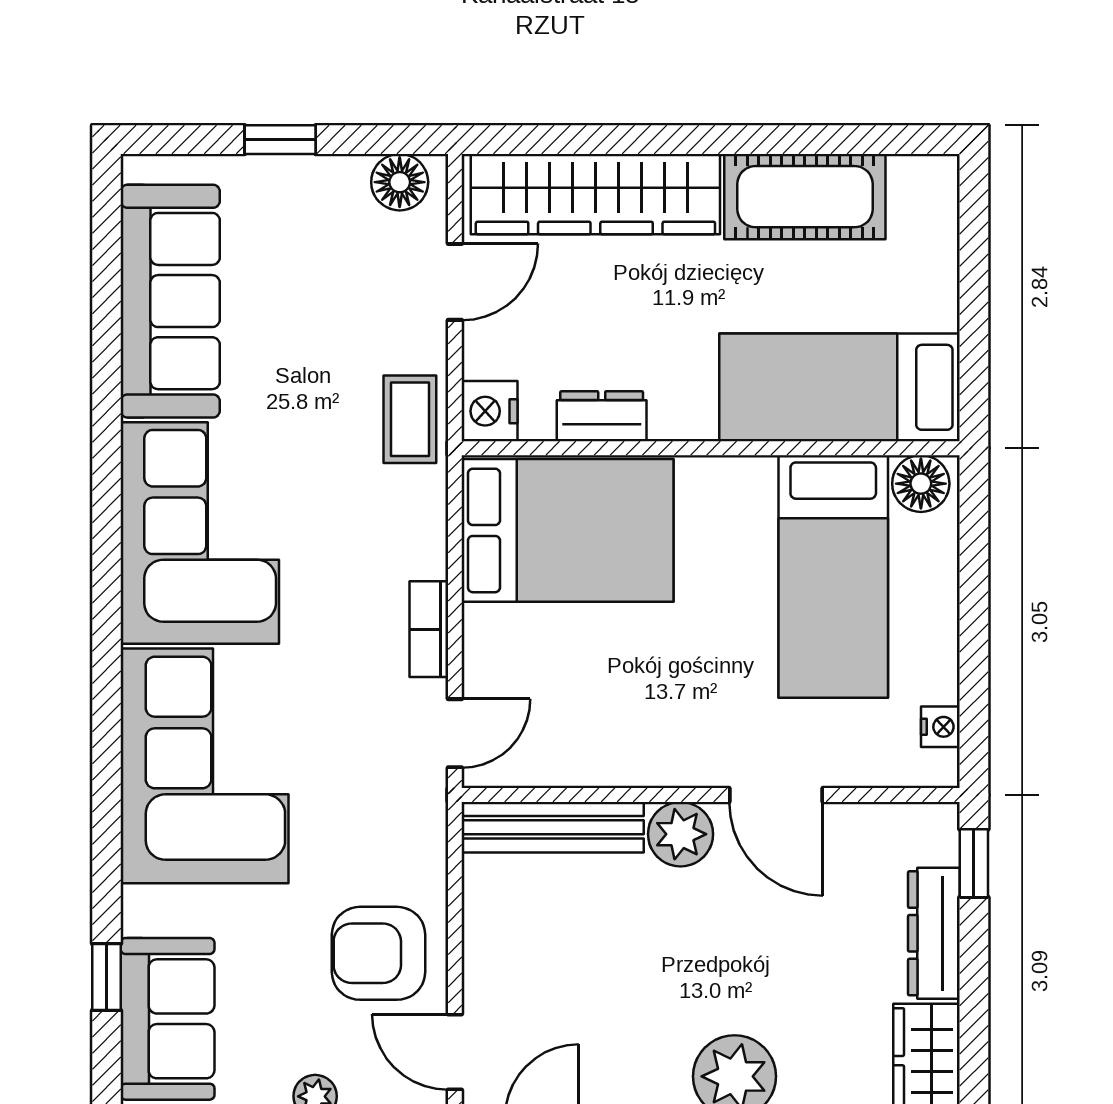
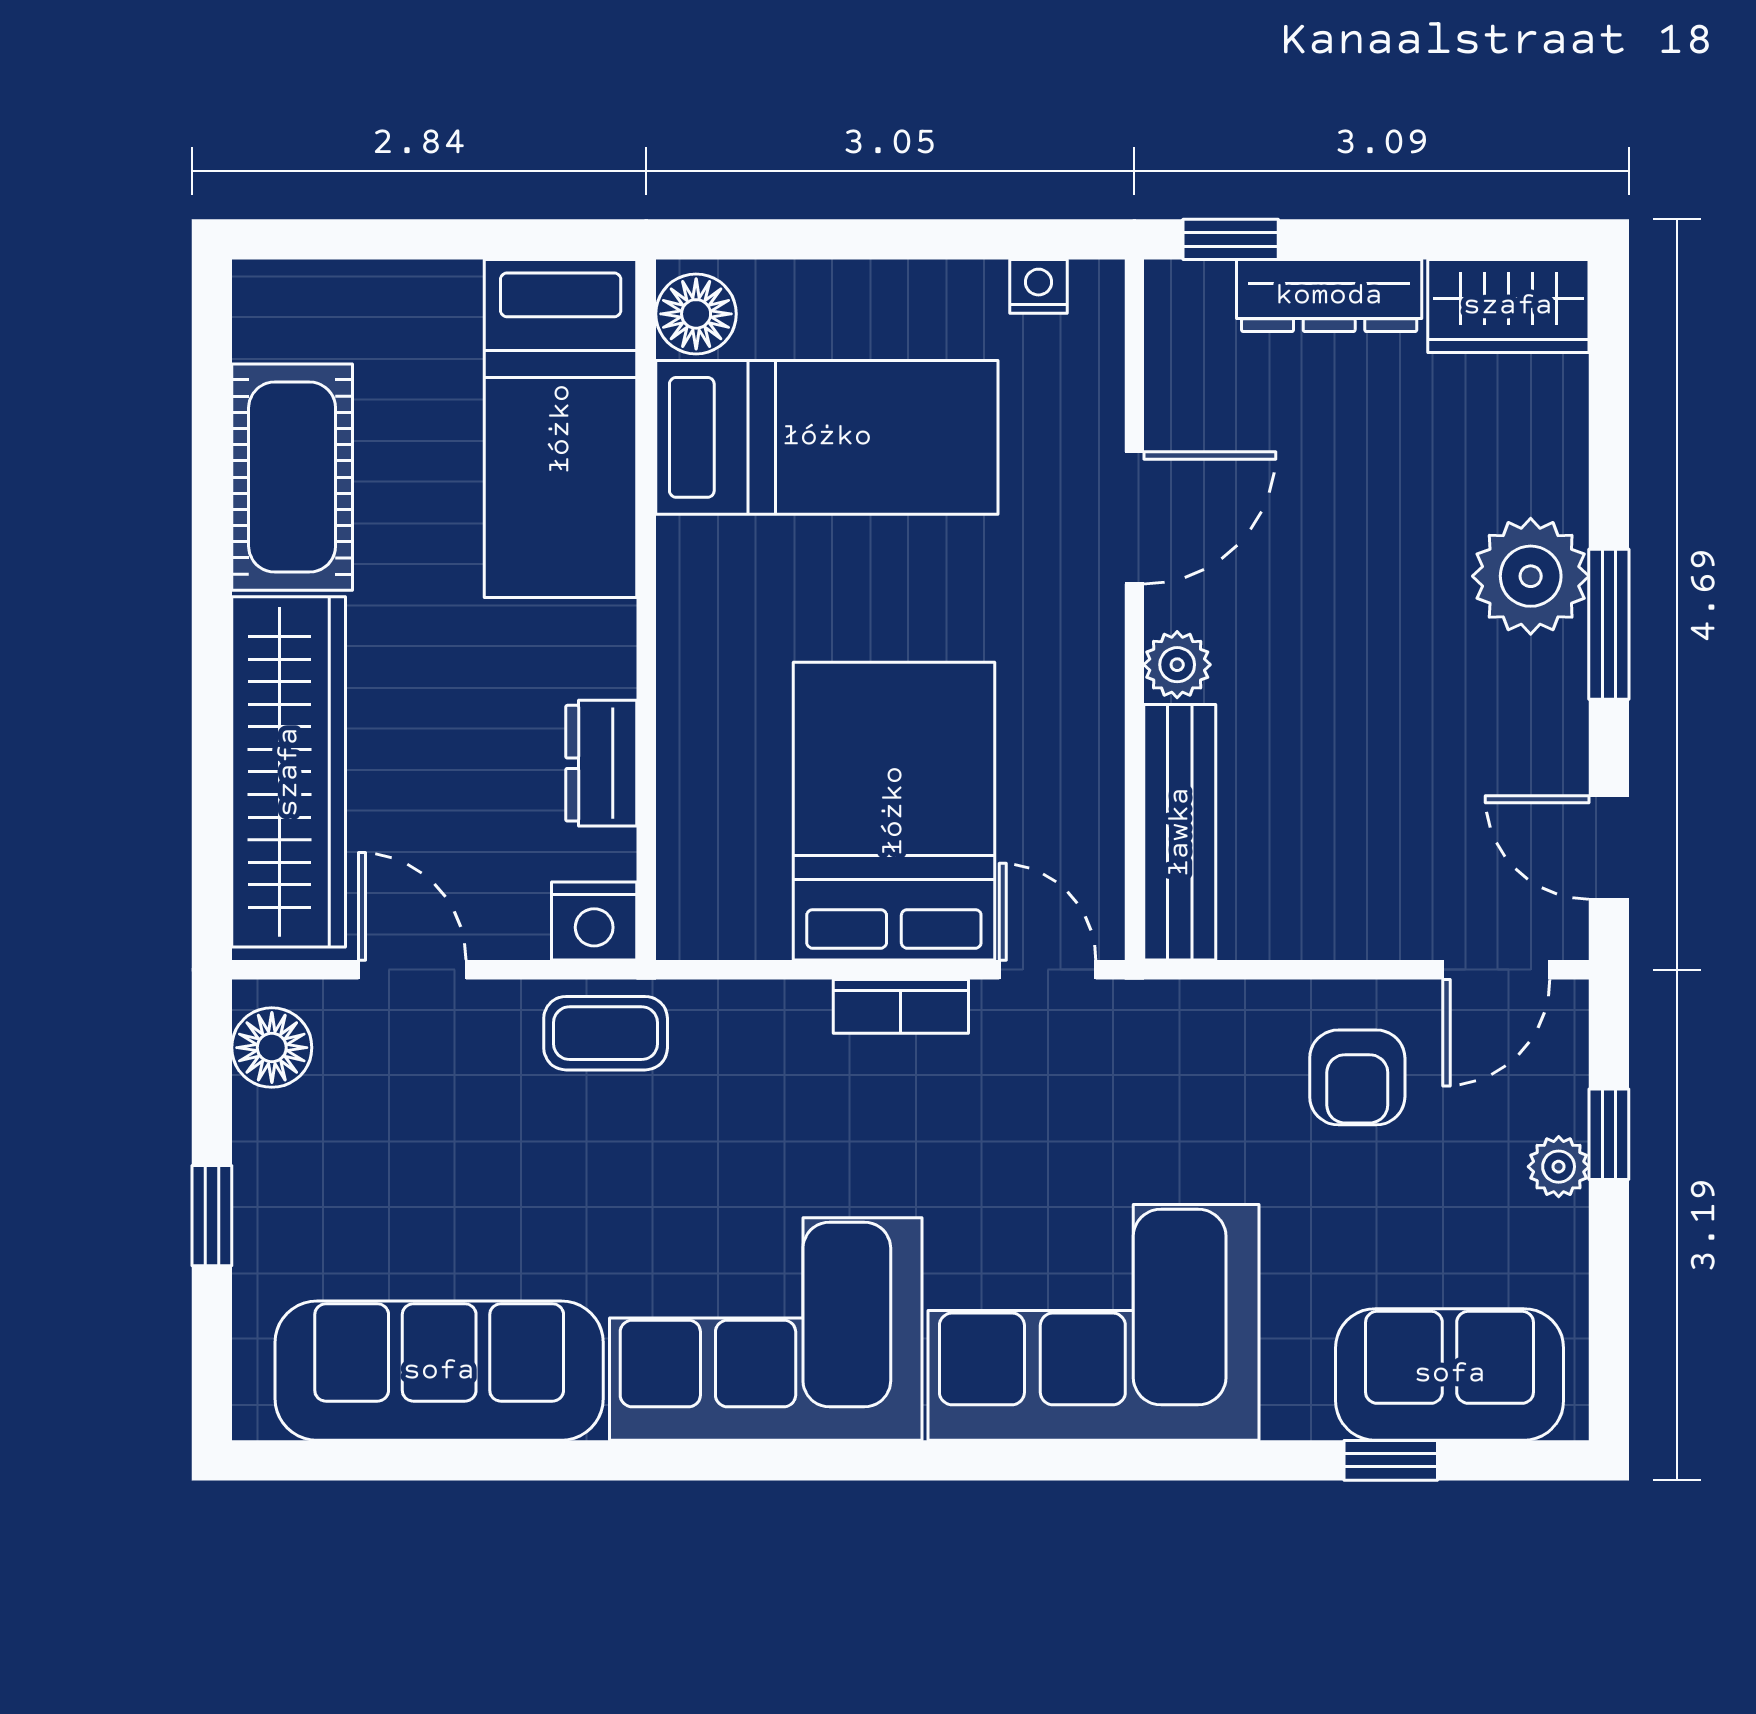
bed: (568, 530) -> (894, 811), moved
plant: (681, 834) -> (1177, 665), width x0.73, depth x0.73
armchair: (378, 953) -> (1357, 1077), width x0.72, depth x0.72

